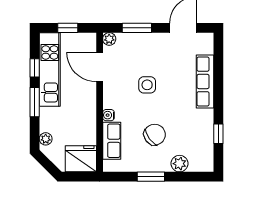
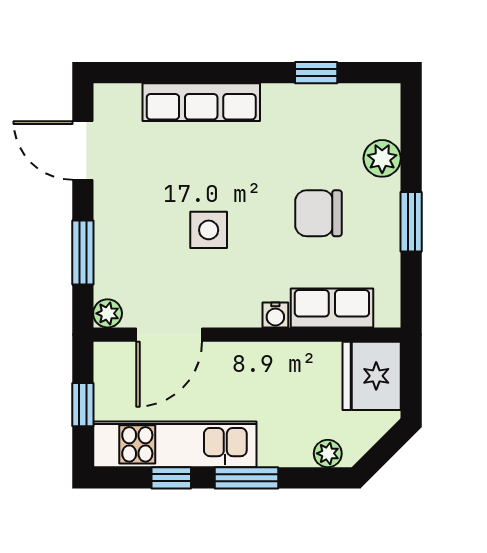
chair: (155, 135) -> (318, 213), turned -54

